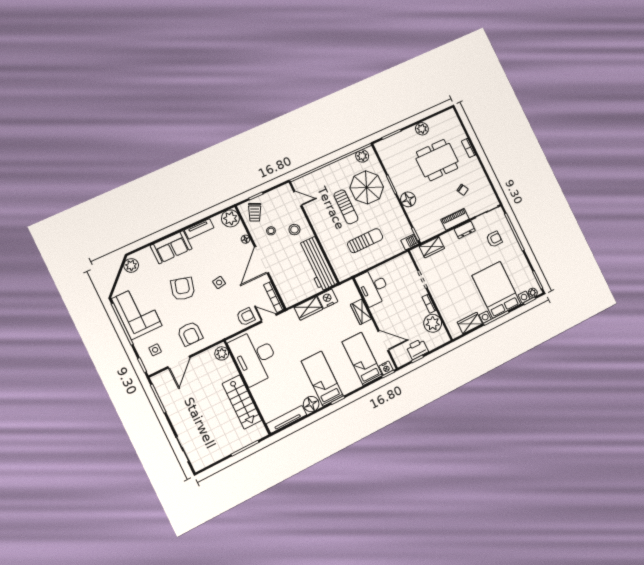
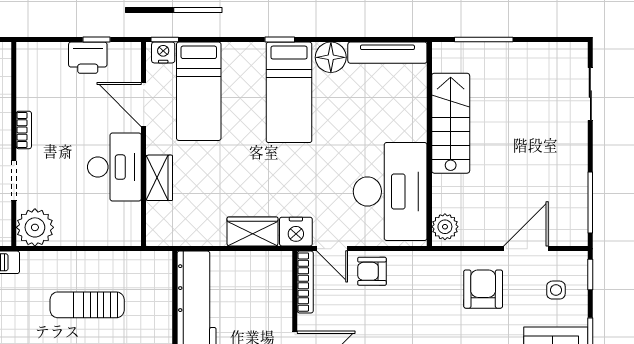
desk: (373, 287) -> (114, 167), moved
nightstand: (328, 299) -> (296, 232), moved
plant: (433, 323) -> (35, 227), moved

